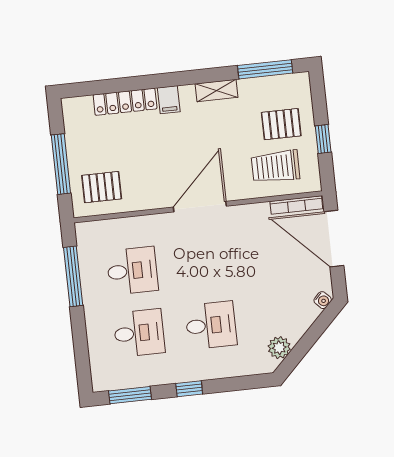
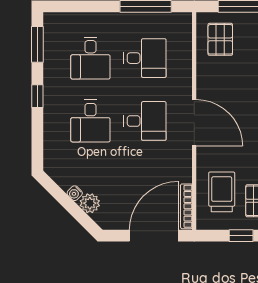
desk: (204, 263) -> (145, 121), added
desk: (132, 271) -> (145, 58), turned -90
water cooler: (323, 300) -> (75, 193), moved
plant: (279, 348) -> (90, 203), moved

